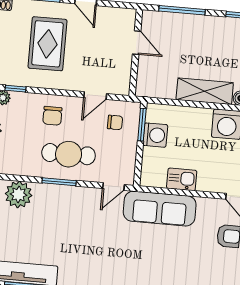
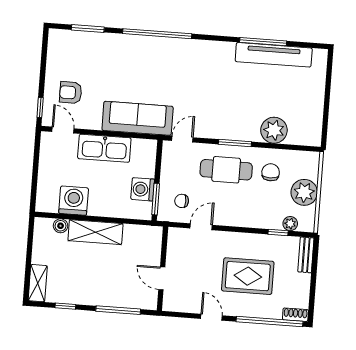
rug: (47, 44) -> (248, 276), turned 90
chair: (52, 116) -> (271, 172), moved
kitchen sink: (182, 179) -> (104, 148), width x1.87, depth x1.24

